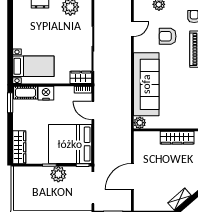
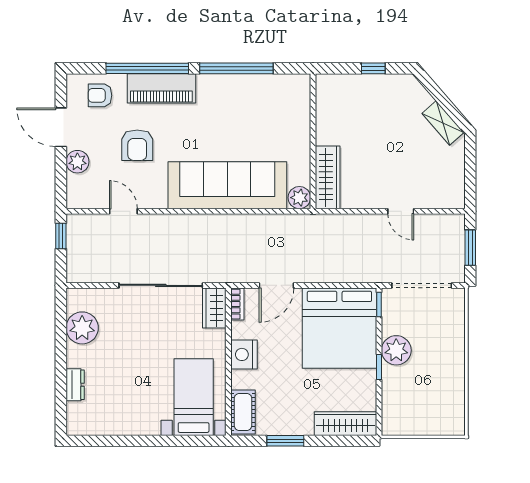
nightstand: (46, 93) -> (244, 354), moved
window: (10, 103) -> (285, 441), moved
wardrobe: (177, 138) -> (328, 177), moved
door: (132, 177) -> (401, 211), width x0.53

